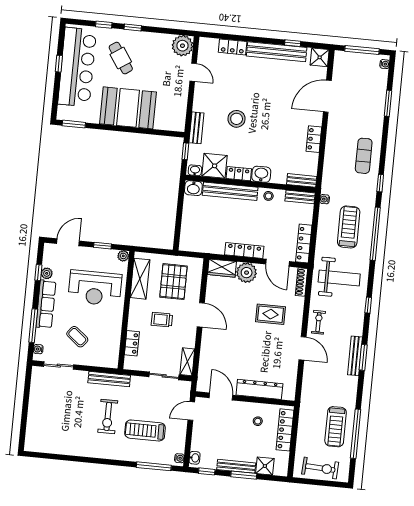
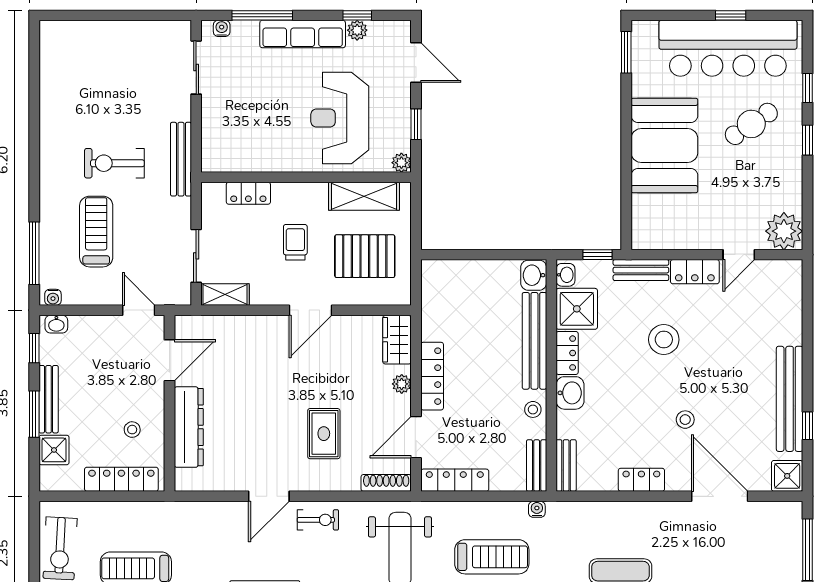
locker: (233, 47) -> (695, 272), moved, turned -90
stool: (282, 111) -> (685, 420), added
plant: (247, 273) -> (402, 384), width x0.53, depth x0.53
coffee table: (77, 337) -> (250, 95), removed

